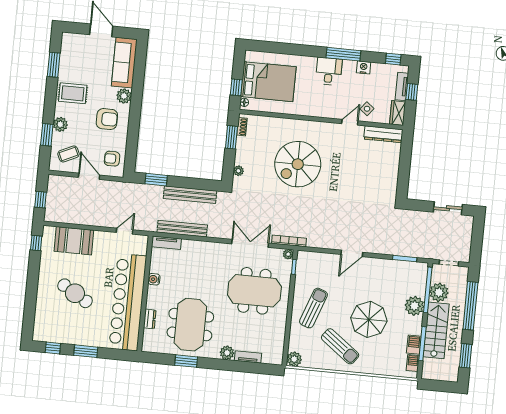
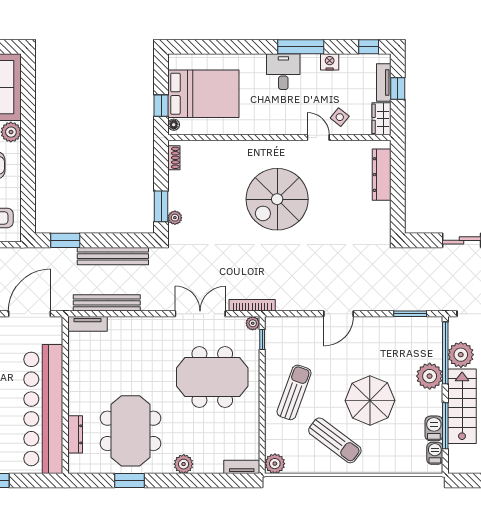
door: (350, 122) -> (318, 138), hinge flipped
dresser: (383, 134) -> (382, 175), moved, turned 90
window: (231, 137) -> (161, 206), moved
spiral stairs: (298, 164) -> (277, 199), moved
door: (125, 231) -> (30, 314), width x1.87
water cooler: (154, 279) -> (76, 375), removed
dresser: (150, 319) -> (75, 434), width x1.44
tv unit: (248, 357) -> (242, 467), moved

